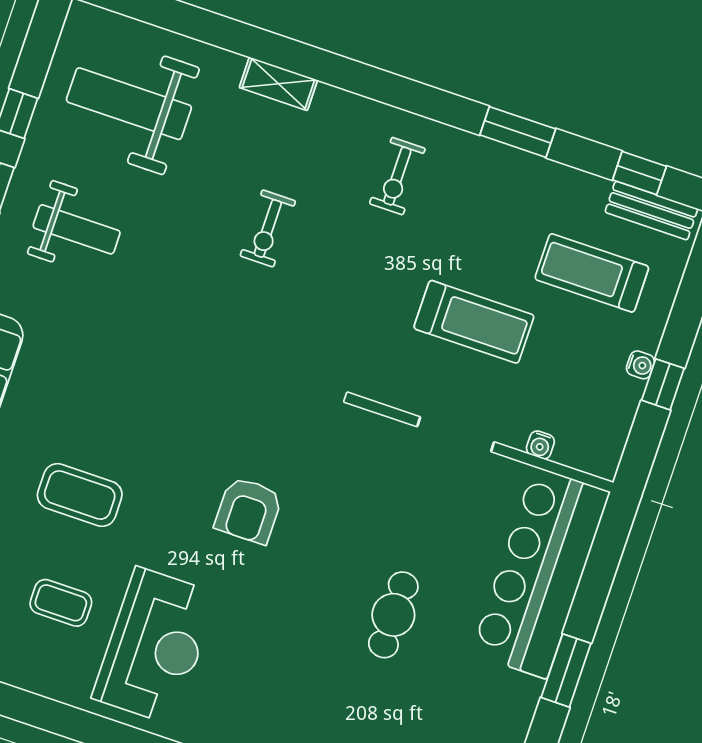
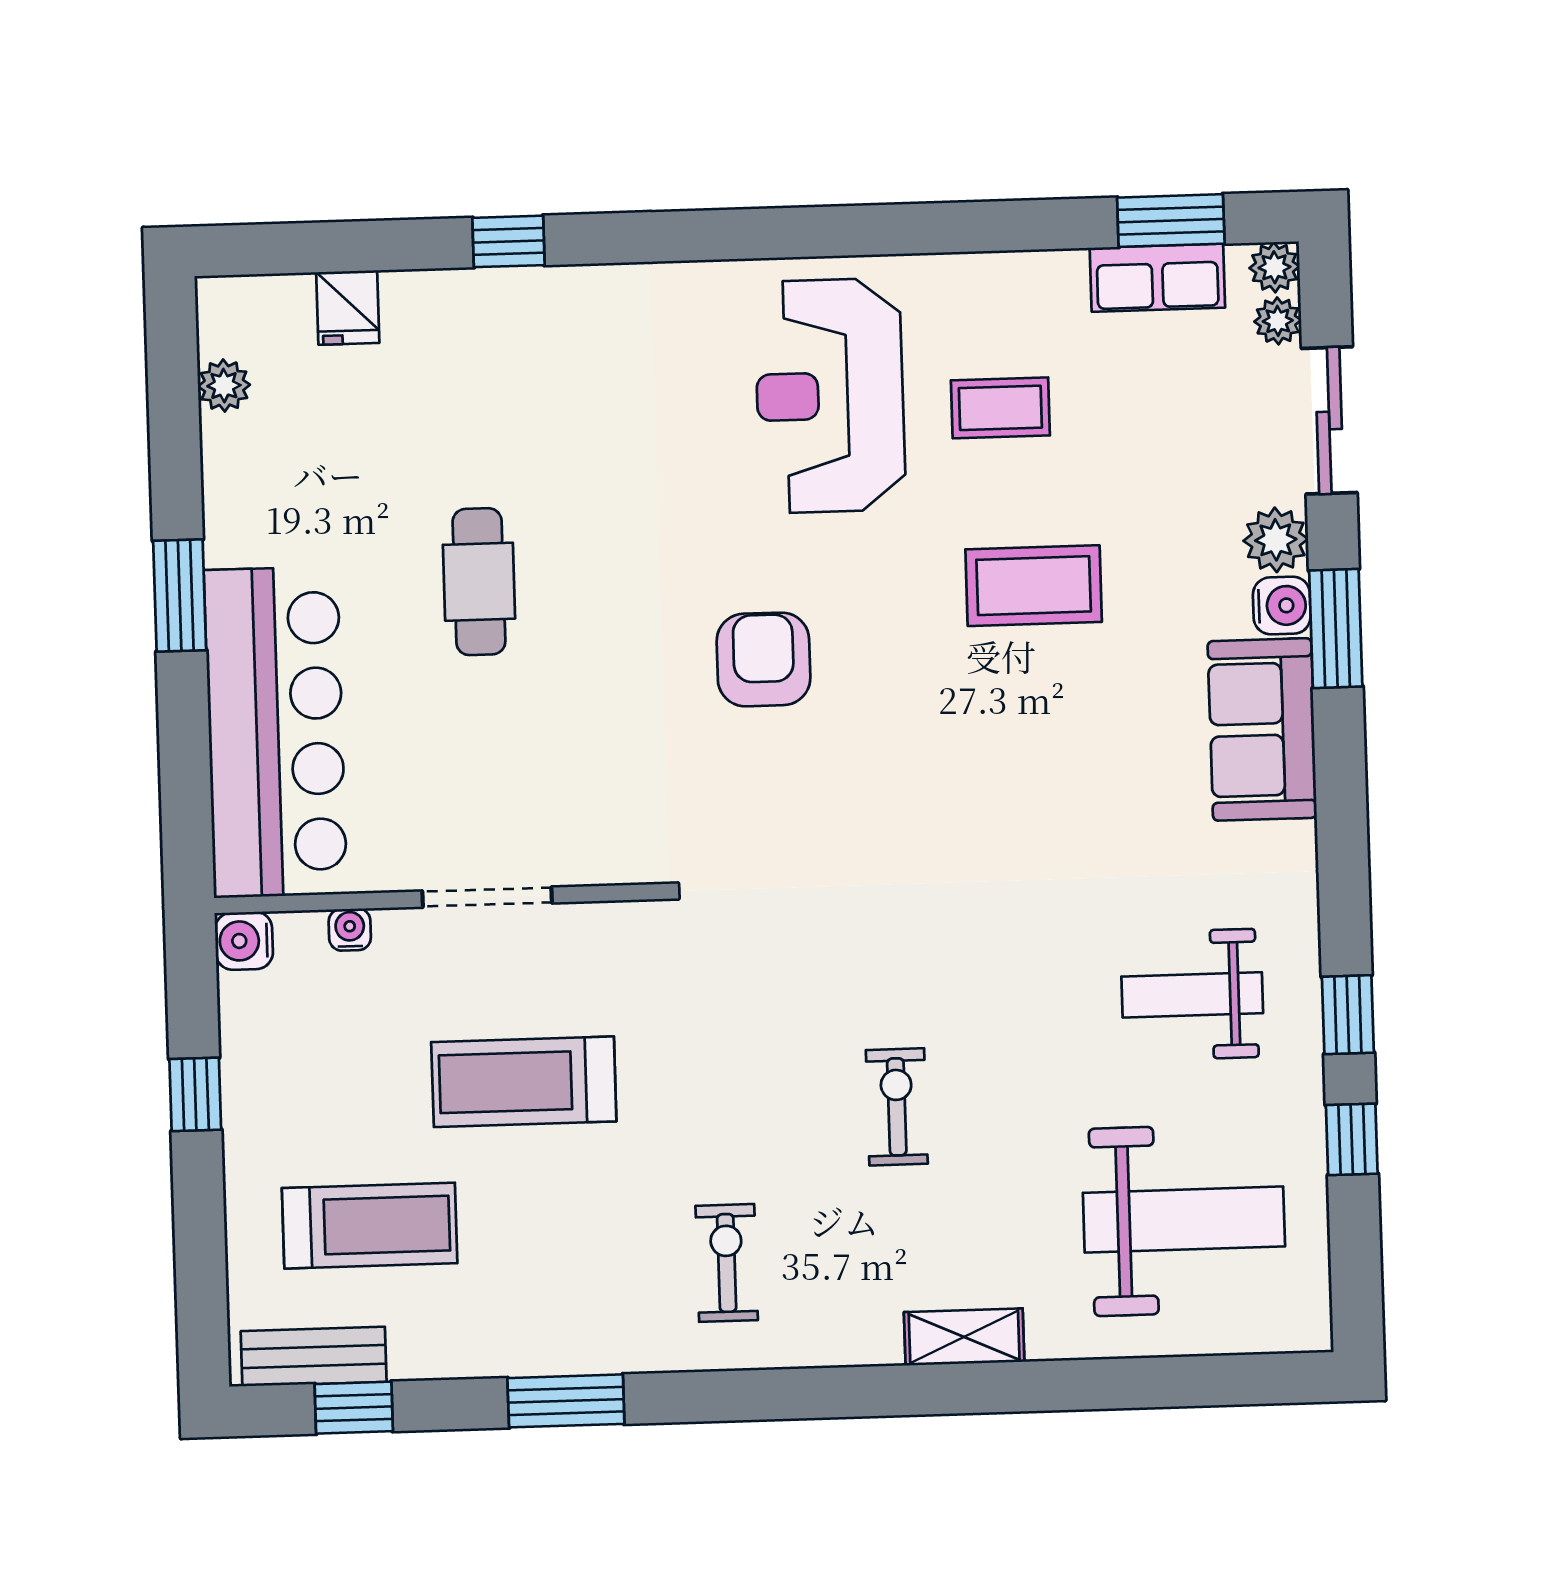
water cooler: (640, 365) -> (244, 941), moved, width x1.38, depth x1.38

